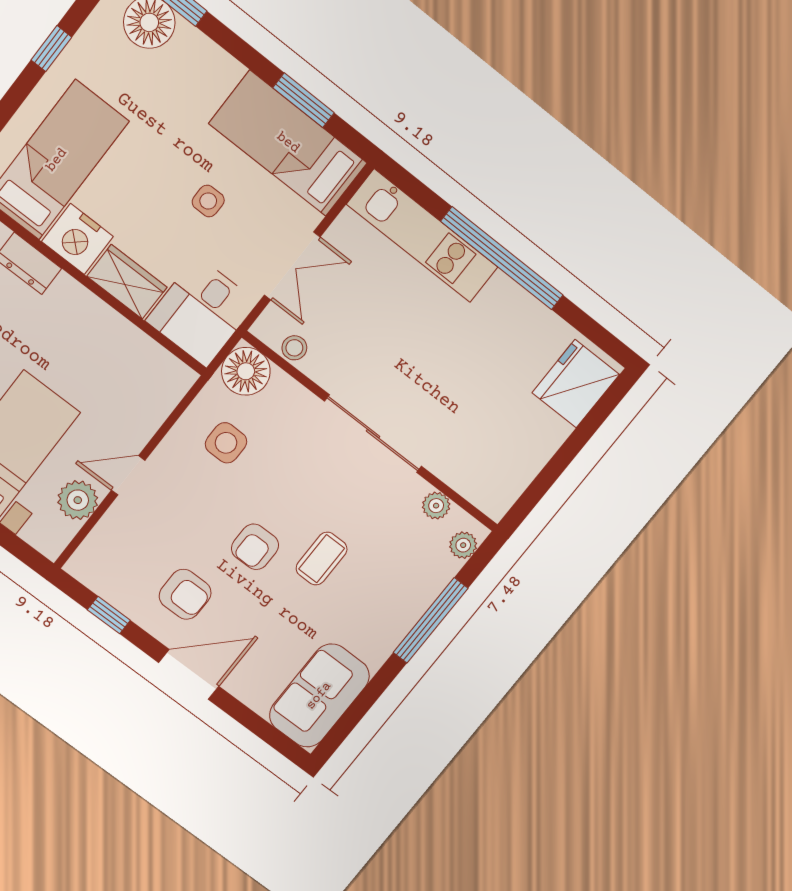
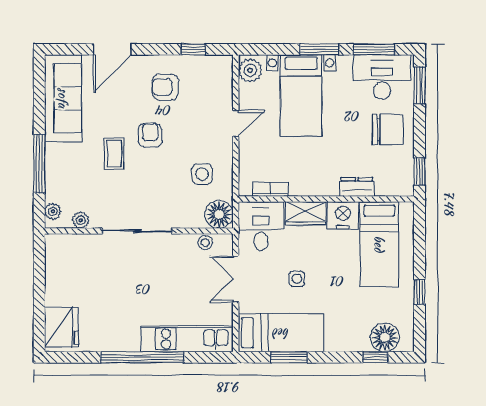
bookcase: (150, 351) -> (270, 189), added
plant: (78, 500) -> (250, 70), moved
door: (189, 675) -> (112, 49), moved
sofa: (319, 696) -> (63, 98), width x1.36

